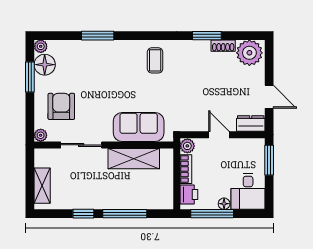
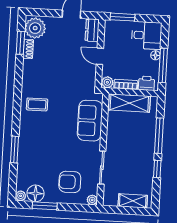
window: (207, 36) -> (20, 43), moved
door: (219, 135) -> (100, 56), hinge flipped
shelving: (134, 159) -> (129, 103), moved, turned 90

